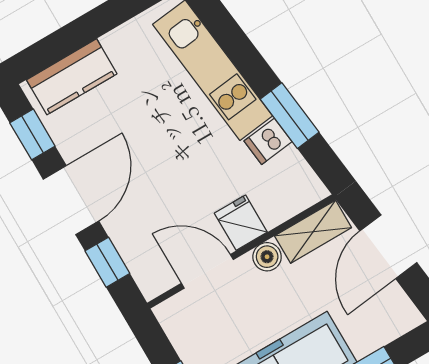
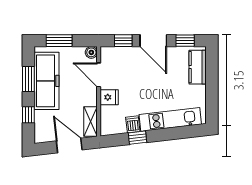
window: (290, 116) -> (138, 138), width x0.67
boiler: (267, 257) -> (91, 52), moved
door: (207, 271) -> (99, 75), swing flipped

